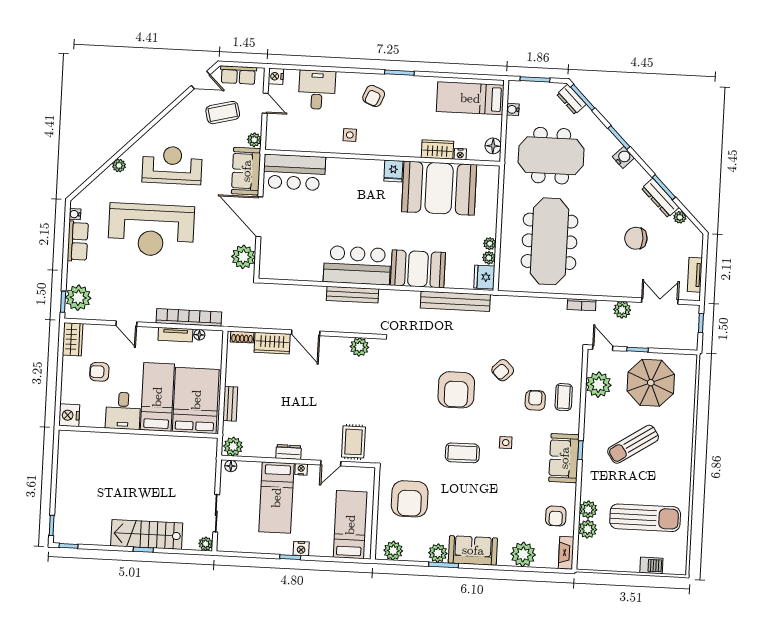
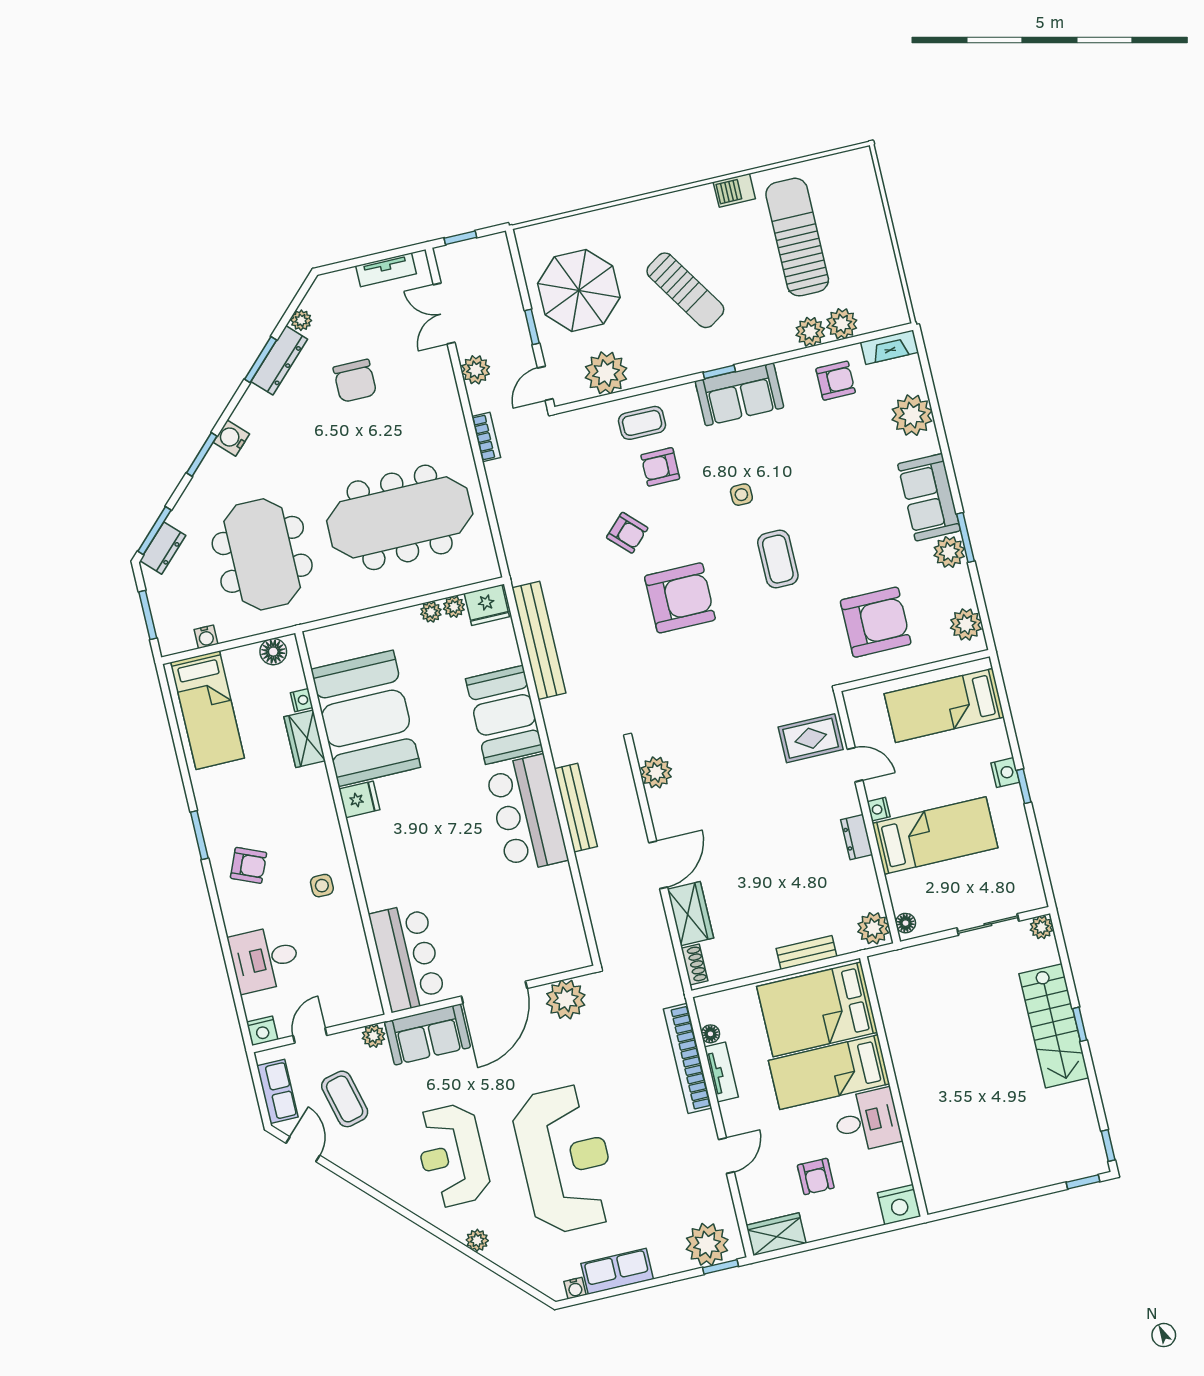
barbecue: (651, 565) -> (734, 190), moved, turned -90

